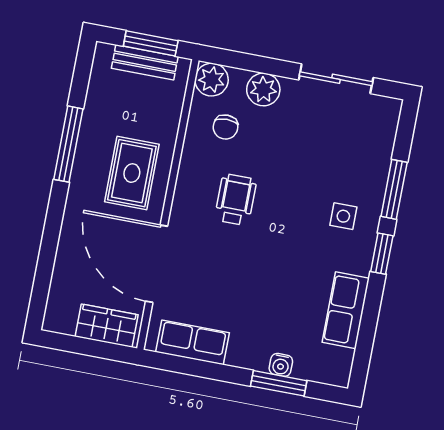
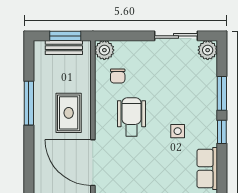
plant: (263, 89) -> (208, 50), moved
wheelchair: (236, 200) -> (131, 117), width x1.36, depth x1.37
side table: (343, 216) -> (178, 131), moved

